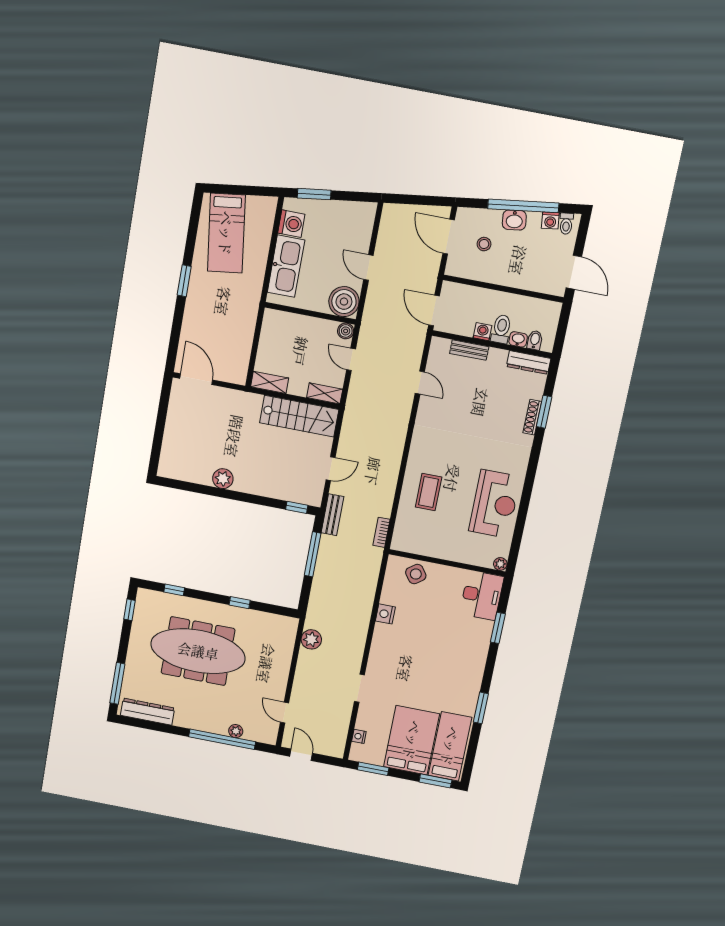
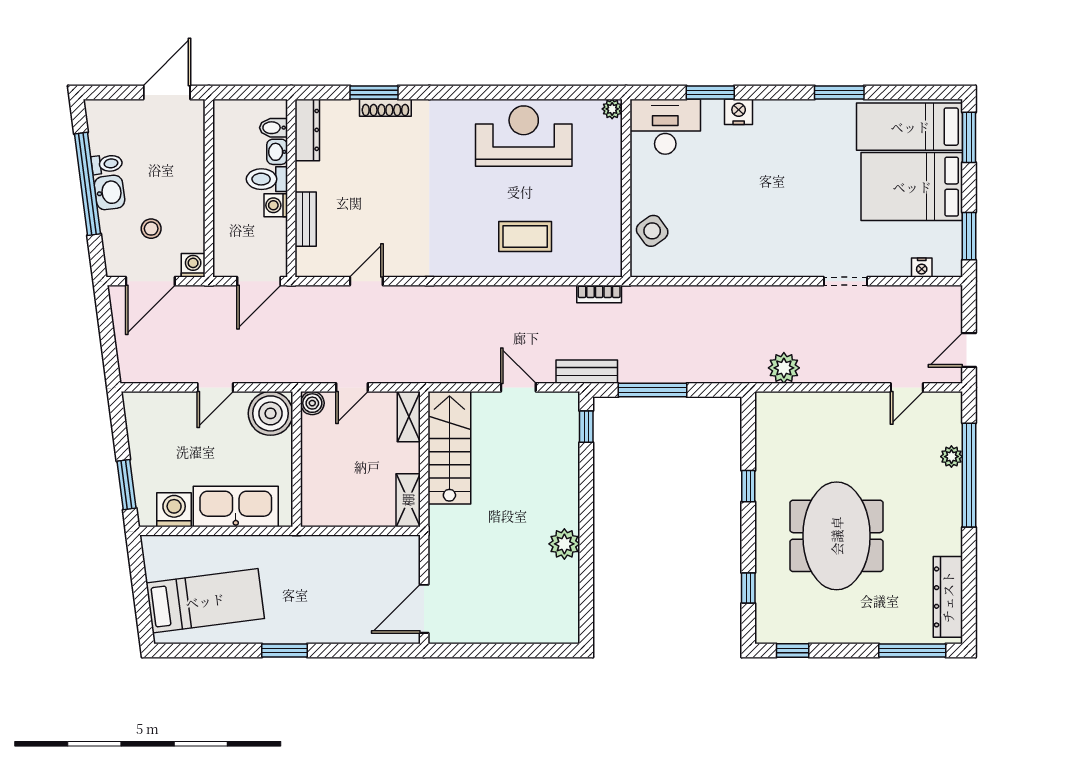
washing machine: (550, 220) -> (193, 265), moved, turned -83
toilet: (566, 224) -> (107, 164), moved
nightstand: (385, 614) -> (739, 112), moved, turned 180
meeting table: (198, 651) -> (837, 536), width x0.73

